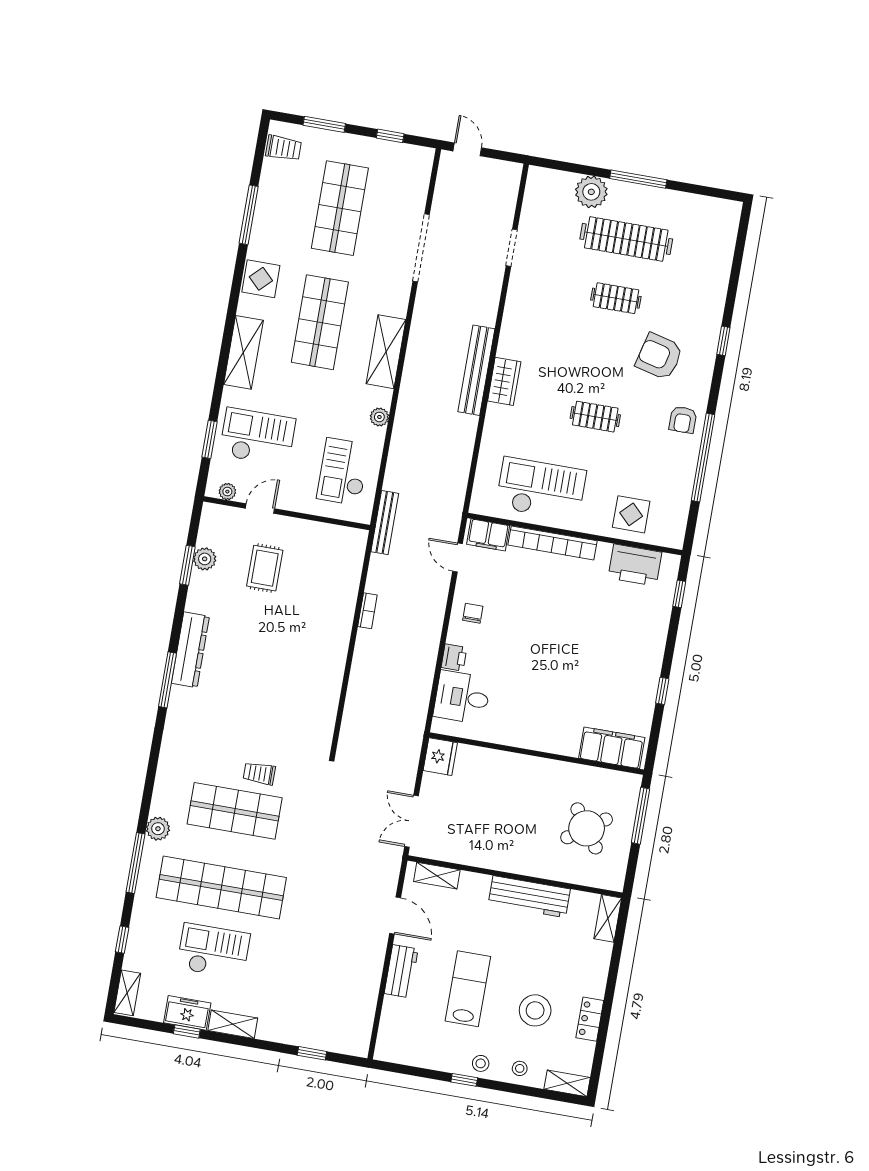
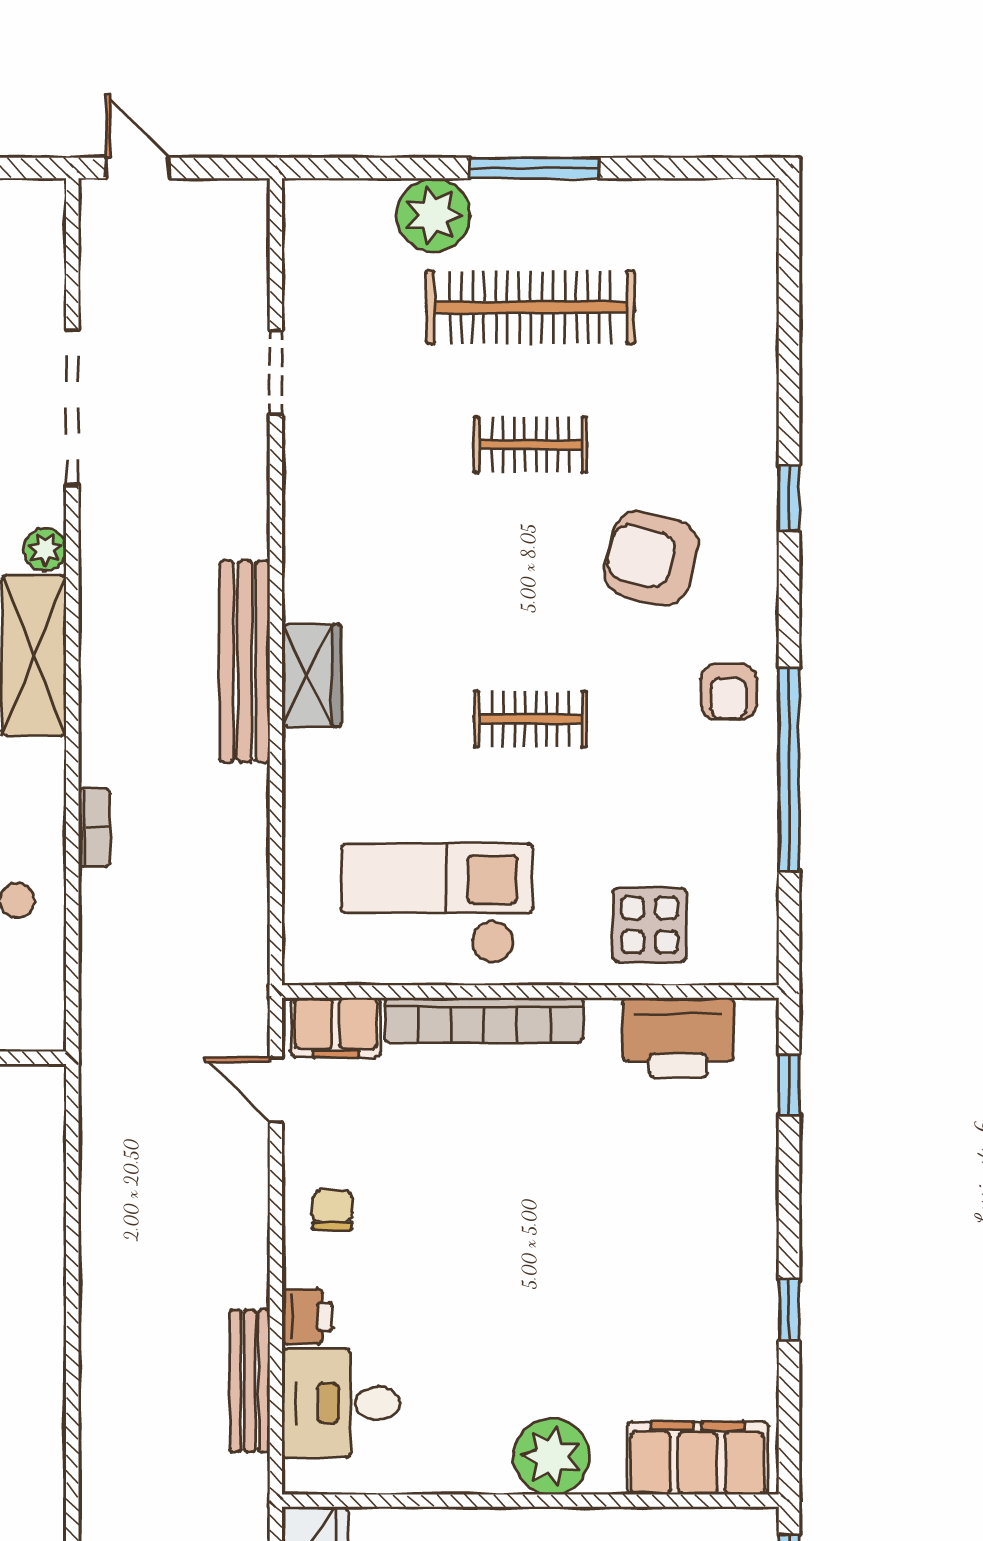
plant: (379, 417) -> (45, 549), moved
bench: (385, 523) -> (250, 1381), moved
bookcase: (367, 611) -> (94, 828), moved
plant: (549, 736) -> (552, 1457), added

